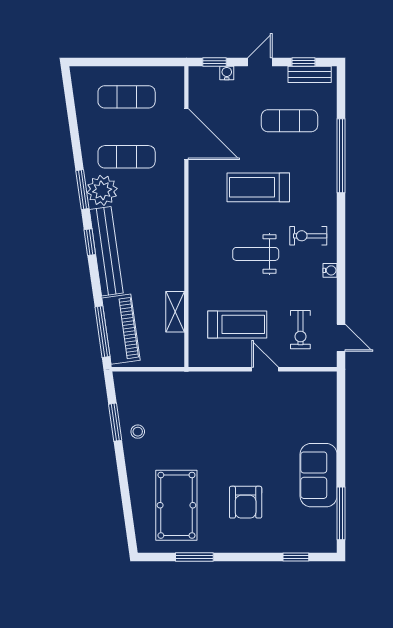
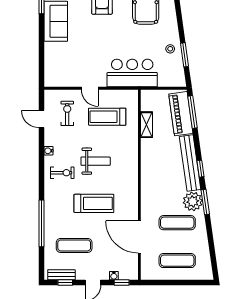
door: (341, 338) -> (42, 119), moved
bar counter: (198, 393) -> (132, 73), added

